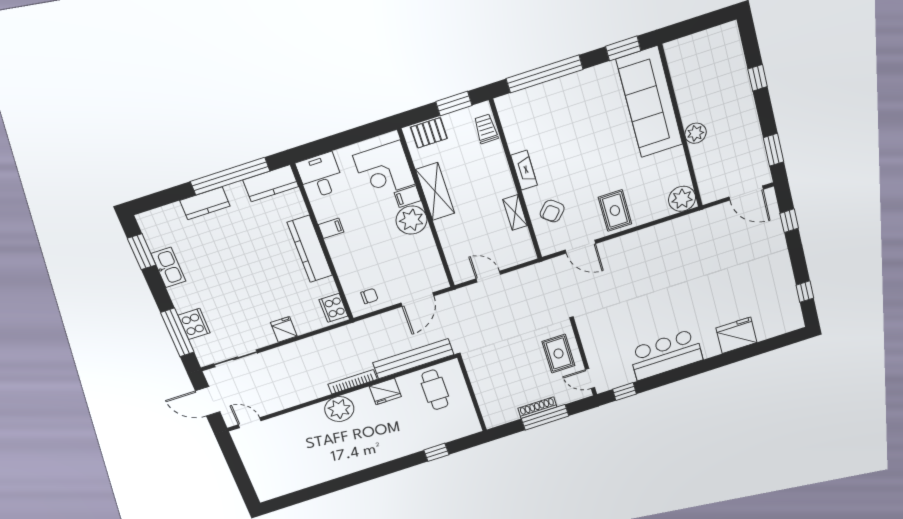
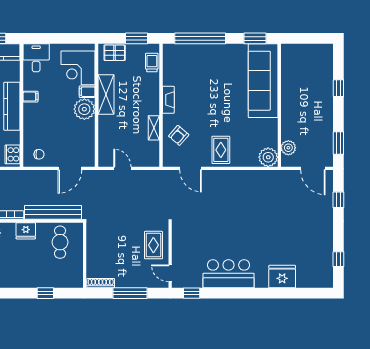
plant: (696, 133) -> (288, 148), moved
shoe rack: (537, 408) -> (101, 283), moved

